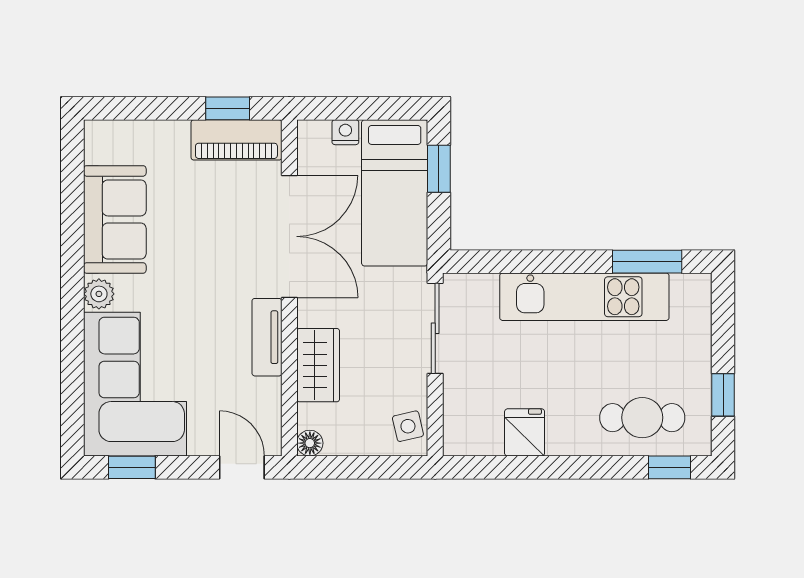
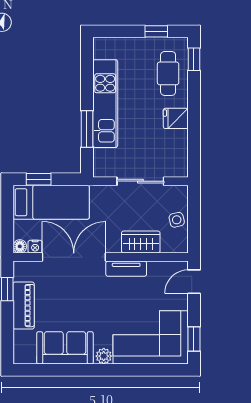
nightstand: (345, 132) -> (35, 247), moved, turned -90
piano: (236, 140) -> (24, 306), moved
window: (647, 262) -> (87, 129), moved
sliding door: (435, 328) -> (140, 181), moved
side table: (408, 426) -> (177, 220), moved
fridge: (525, 432) -> (176, 118), moved
floor lamp: (310, 443) -> (20, 246), moved

